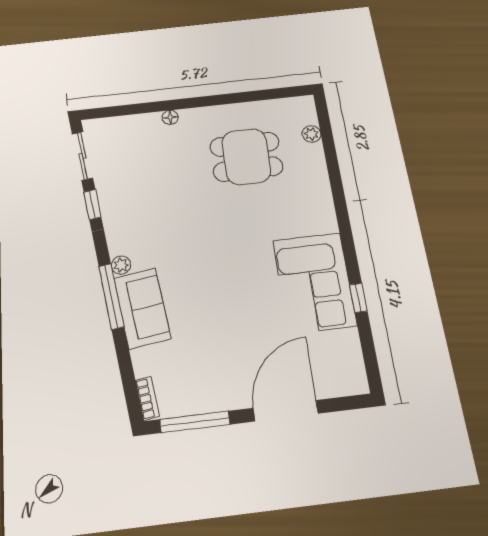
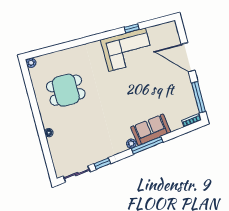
plant: (311, 134) -> (31, 63), moved
dining table: (246, 157) -> (66, 90), turned 90

